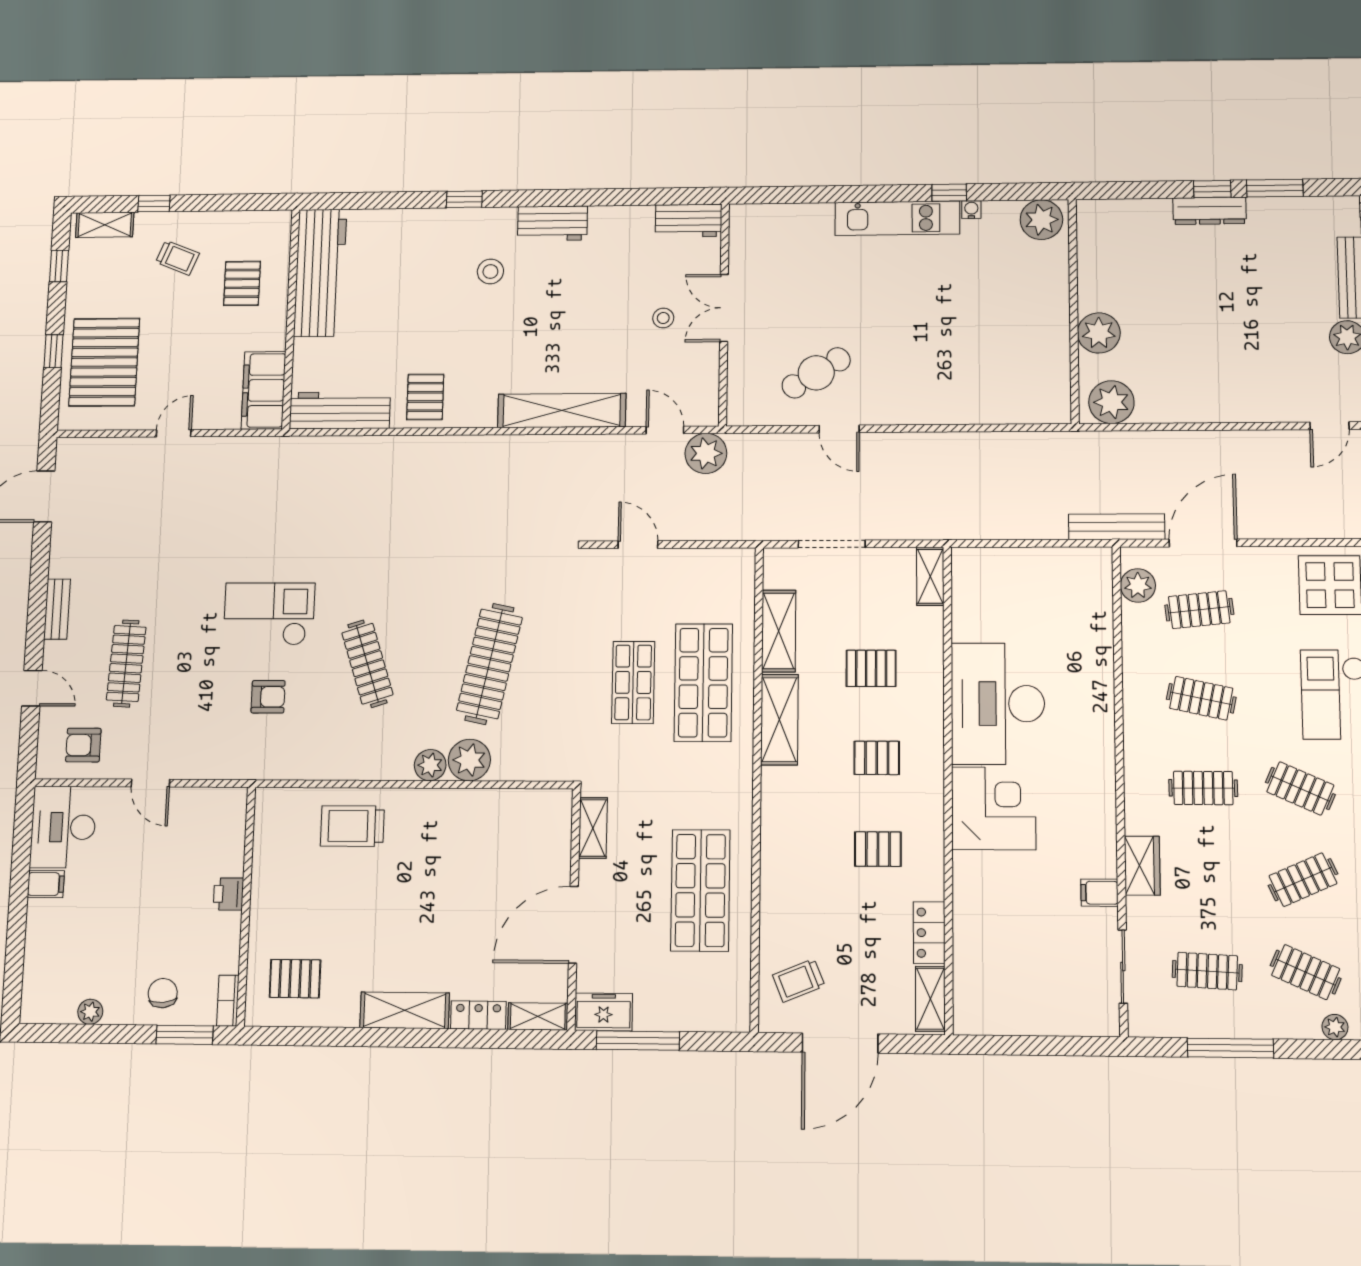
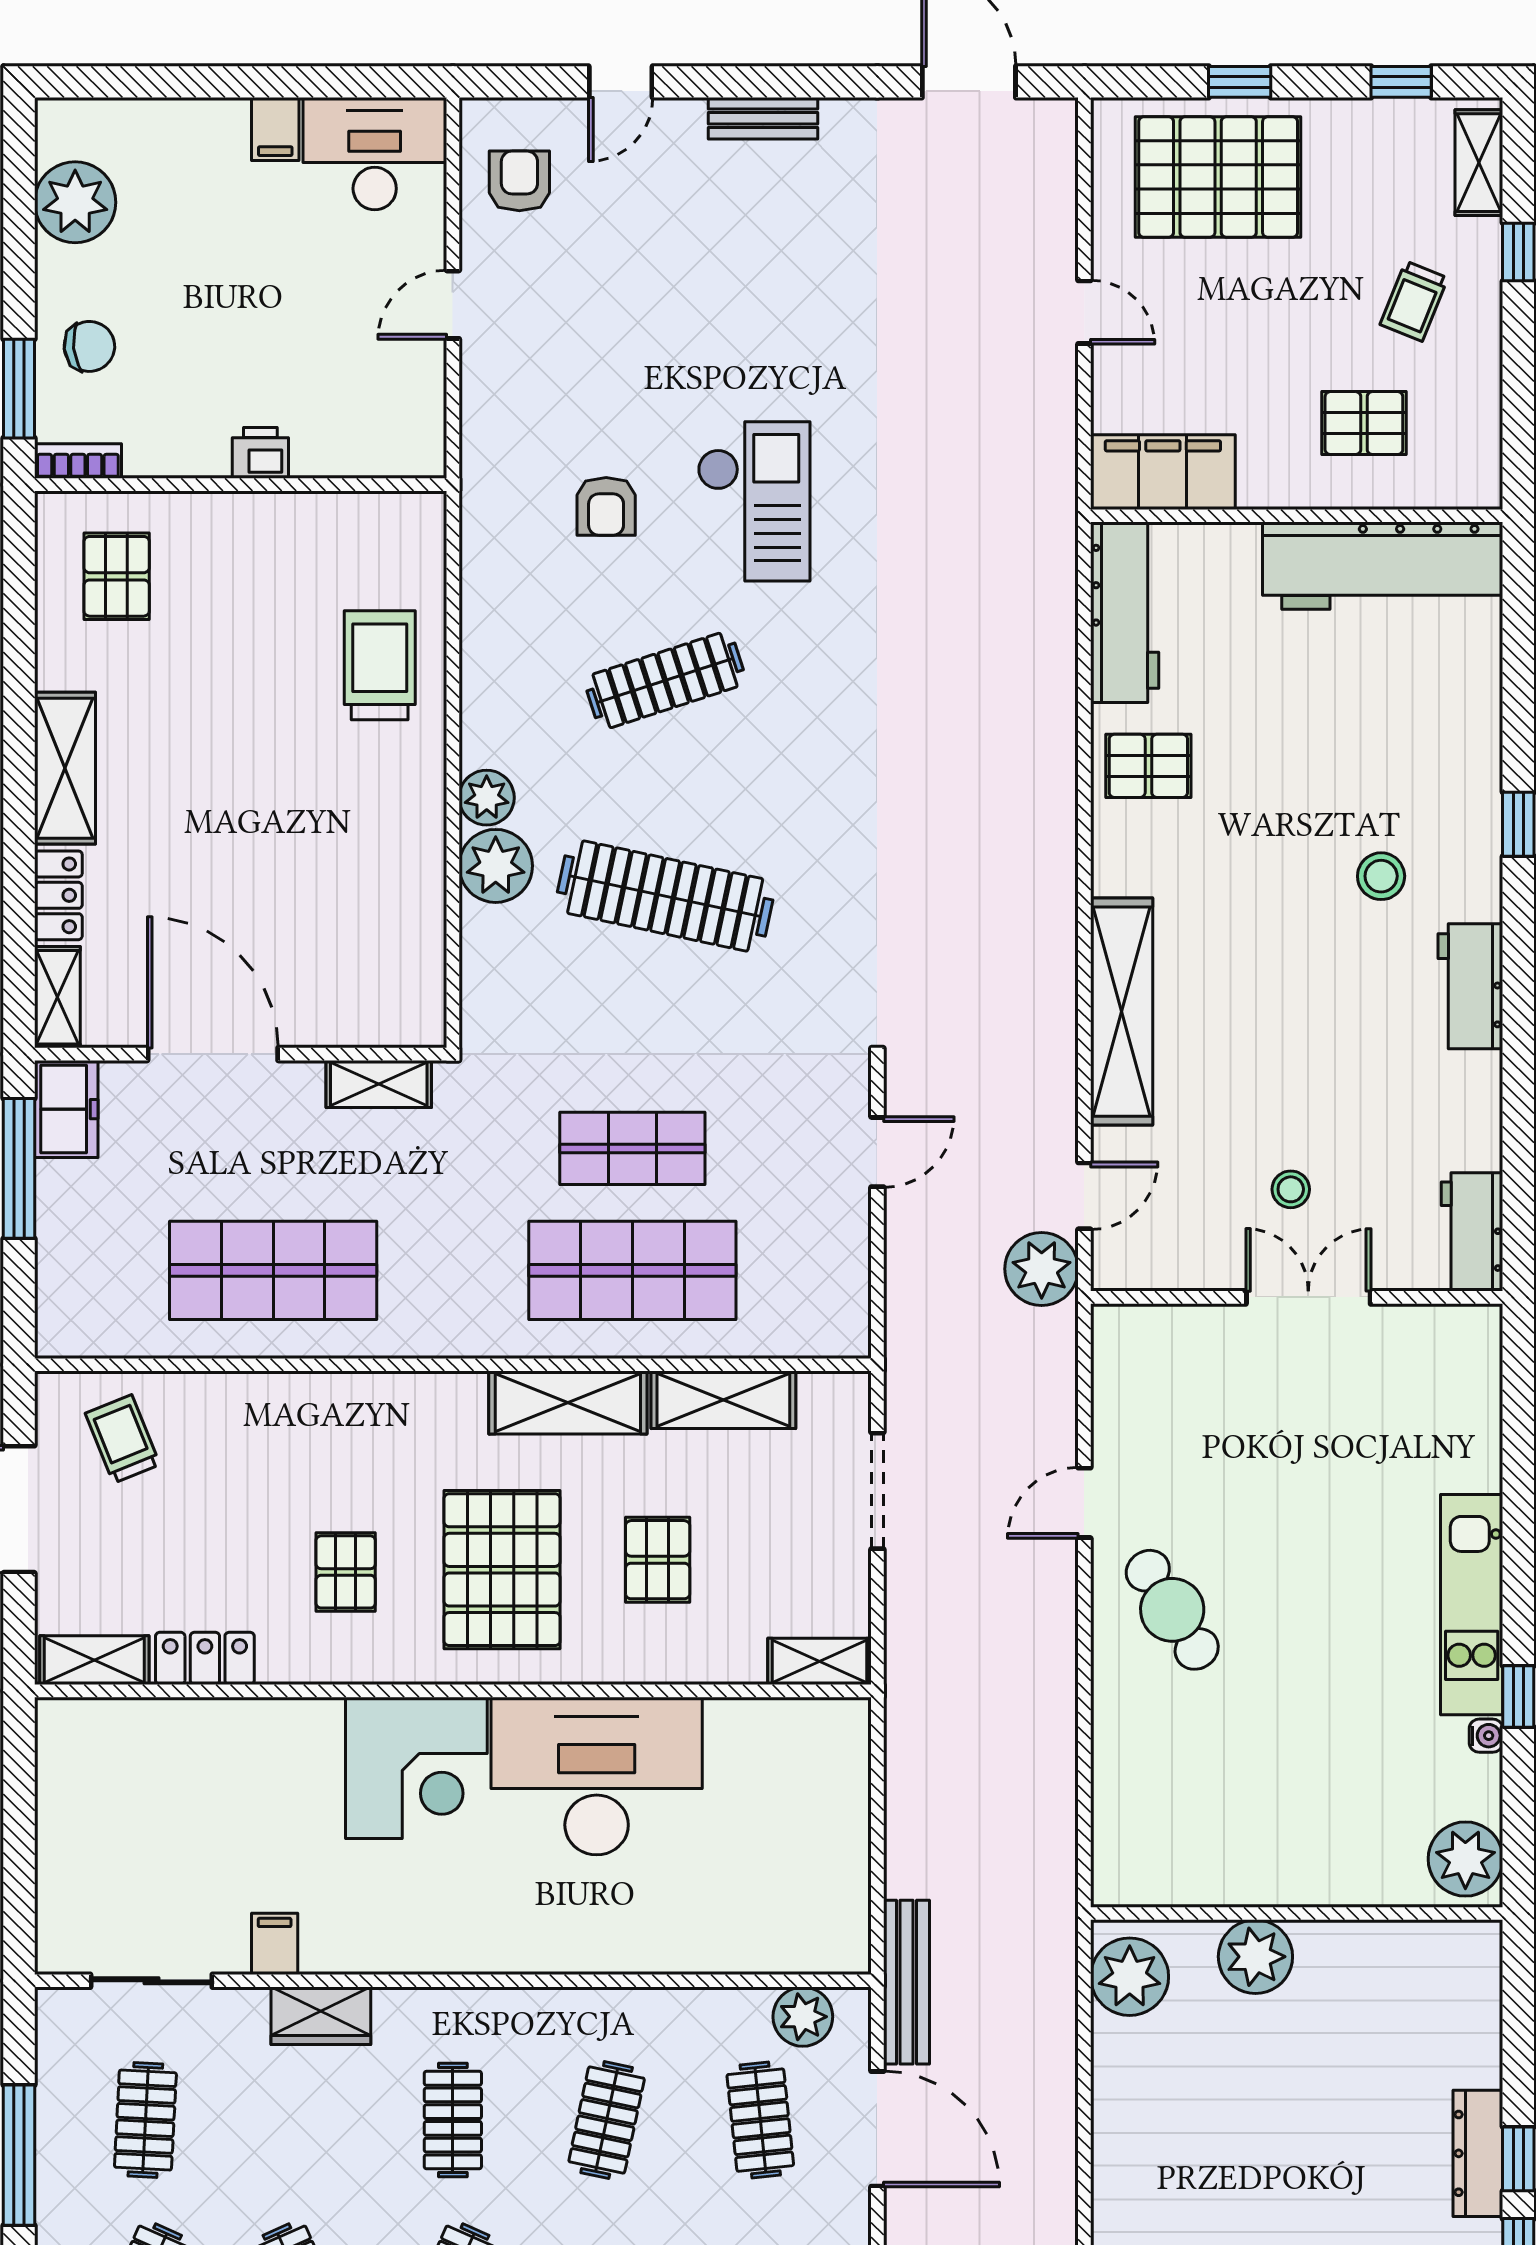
cafe table: (816, 373) -> (1172, 1610), moved
clothes rail: (126, 663) -> (665, 249), removed
pallet: (877, 758) -> (502, 1570), width x2.05, depth x2.00
plant: (90, 1012) -> (75, 202), width x1.88, depth x1.88

